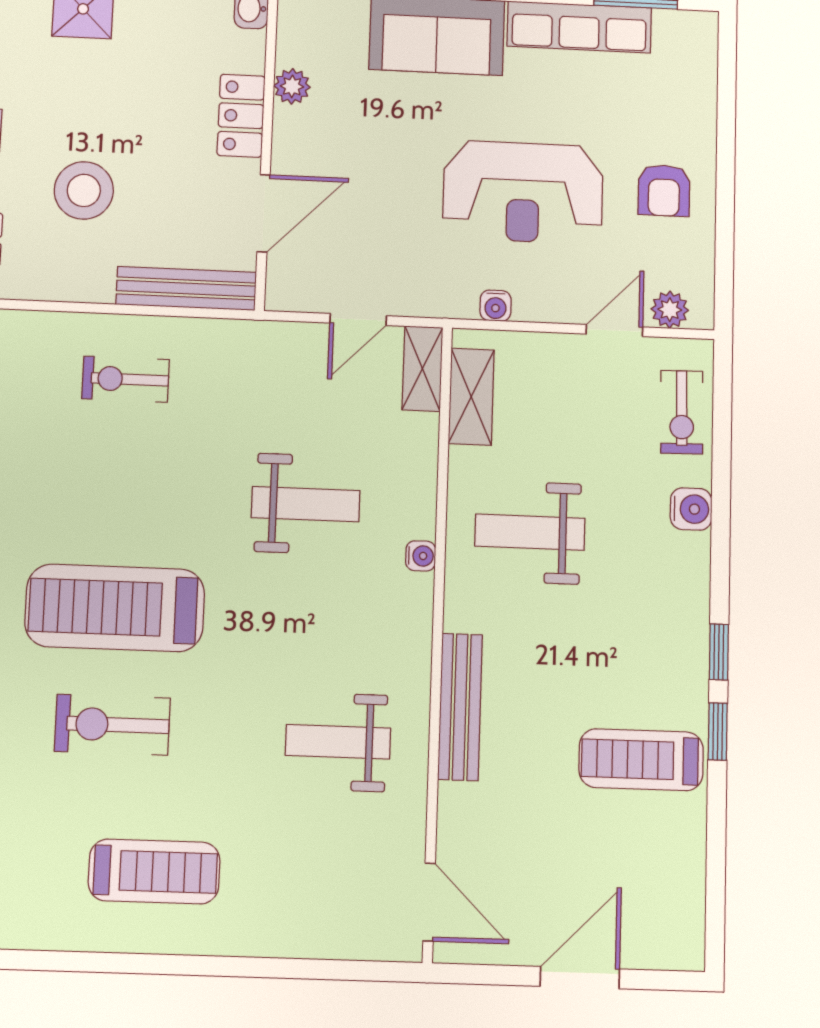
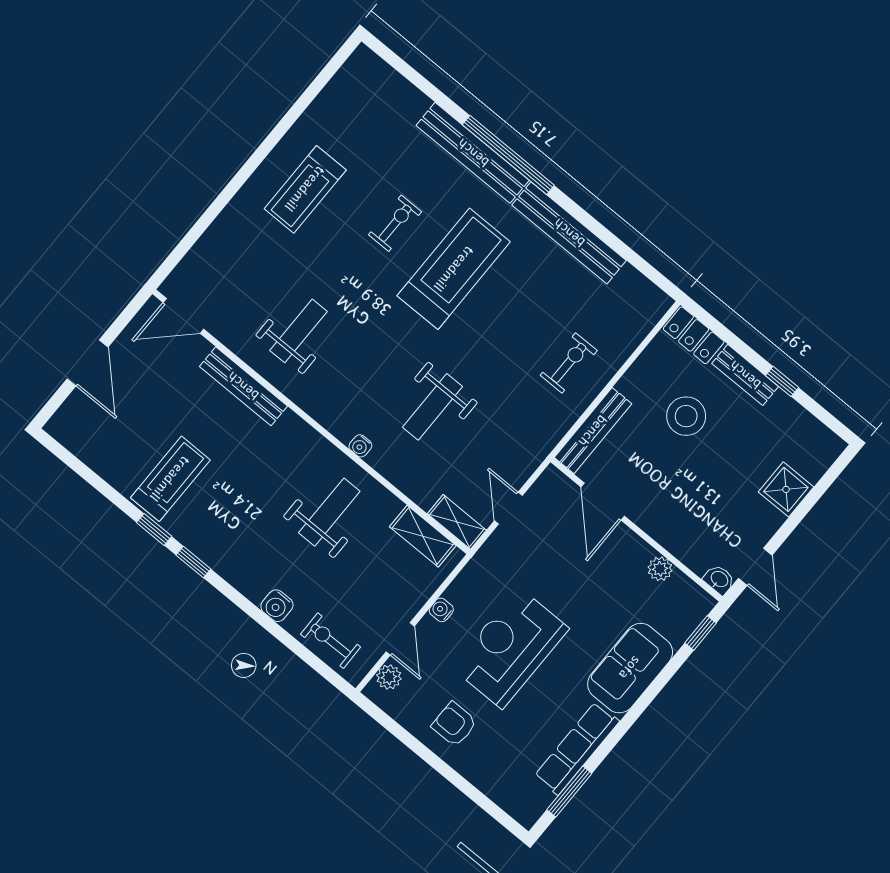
locker: (241, 116) -> (664, 530), removed
water cooler: (496, 306) -> (441, 610), moved
bench: (460, 707) -> (243, 386), moved
exercise bike: (112, 725) -> (395, 223), width x0.73, depth x0.72

